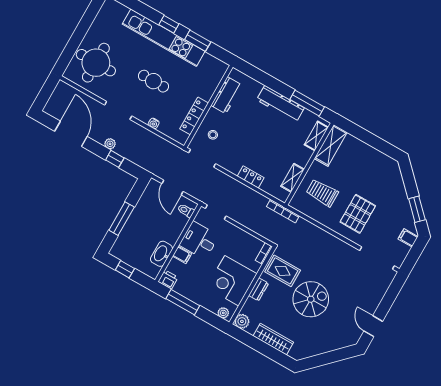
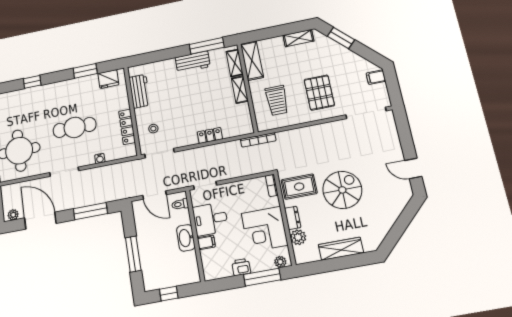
window: (169, 24) -> (32, 82), moved
kitchen unit: (164, 38) -> (57, 90), removed
fridge: (210, 64) -> (108, 79), added
cafe table: (153, 81) -> (75, 127), width x1.37, depth x1.35
workbench: (280, 104) -> (193, 62), width x0.73
plant: (110, 144) -> (13, 215), moved
shelving: (380, 158) -> (298, 38), added
window: (115, 159) -> (90, 211), width x2.17
shelving: (293, 178) -> (240, 90), moved
trolley: (322, 193) -> (277, 100), turned -90
window: (417, 209) -> (341, 38), moved
washbasin: (161, 254) -> (186, 238), moved
printer: (168, 280) -> (241, 267), moved
window: (183, 302) -> (262, 277), moved
plant: (242, 321) -> (298, 237), moved

